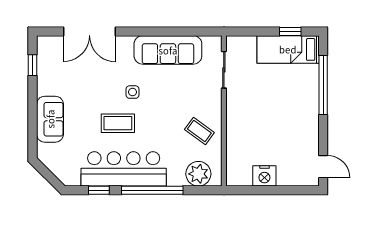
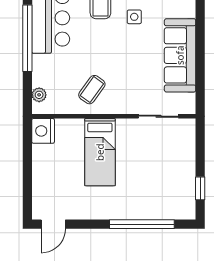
bed: (288, 49) -> (100, 152), moved, turned 180
plant: (198, 174) -> (39, 95), width x0.53, depth x0.53
nightstand: (264, 176) -> (43, 131), moved

